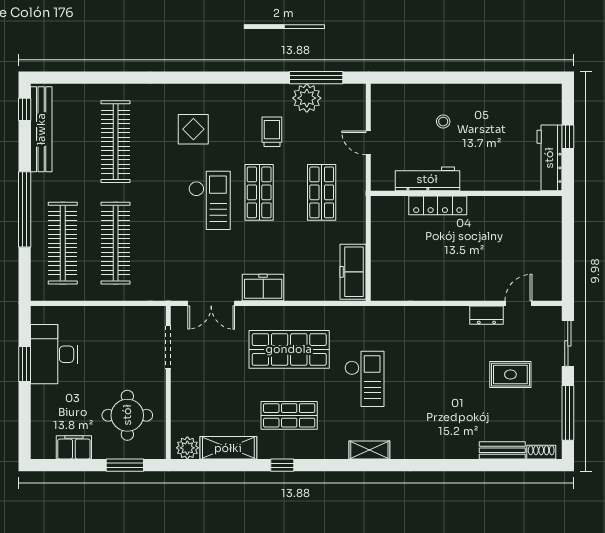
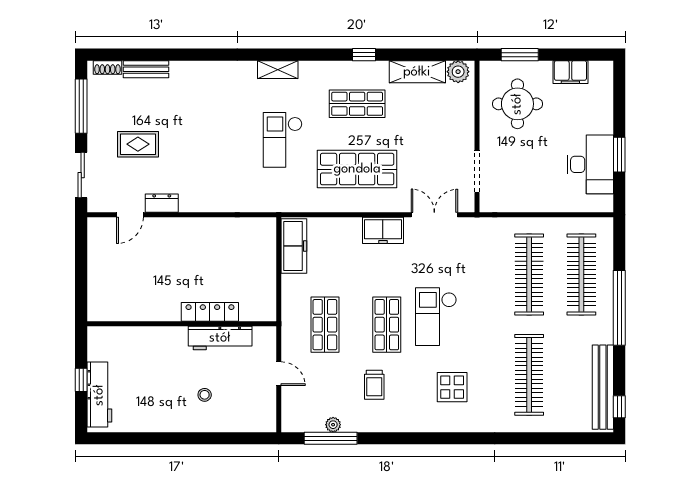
plant: (307, 98) -> (333, 425), width x0.53, depth x0.53
workbench: (549, 158) -> (99, 395), moved

